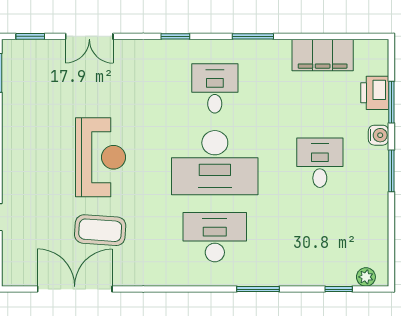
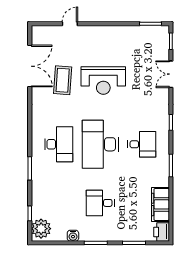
printer: (375, 93) -> (162, 232), moved, turned -90
water cooler: (379, 135) -> (73, 236), moved
desk: (320, 163) -> (100, 203), turned 180
plant: (366, 277) -> (41, 229), width x1.88, depth x1.88

